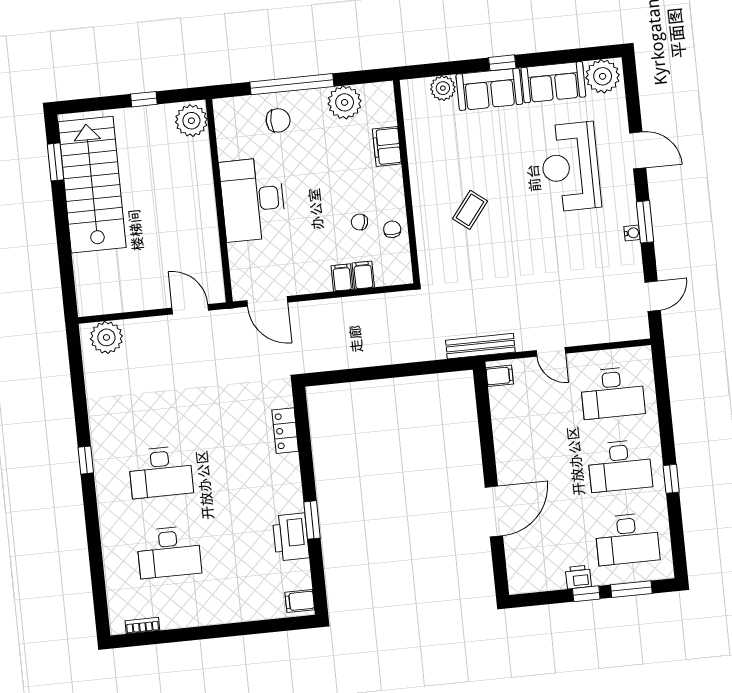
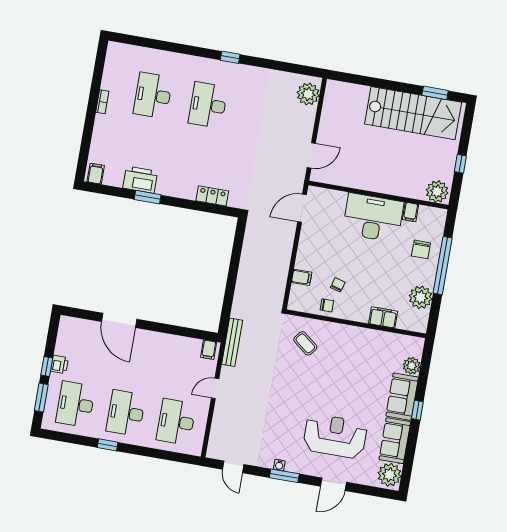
coffee table: (470, 210) -> (305, 343), moved
filing cabinet: (342, 278) -> (410, 212), moved, turned 90
bookcase: (142, 625) -> (102, 102), moved

